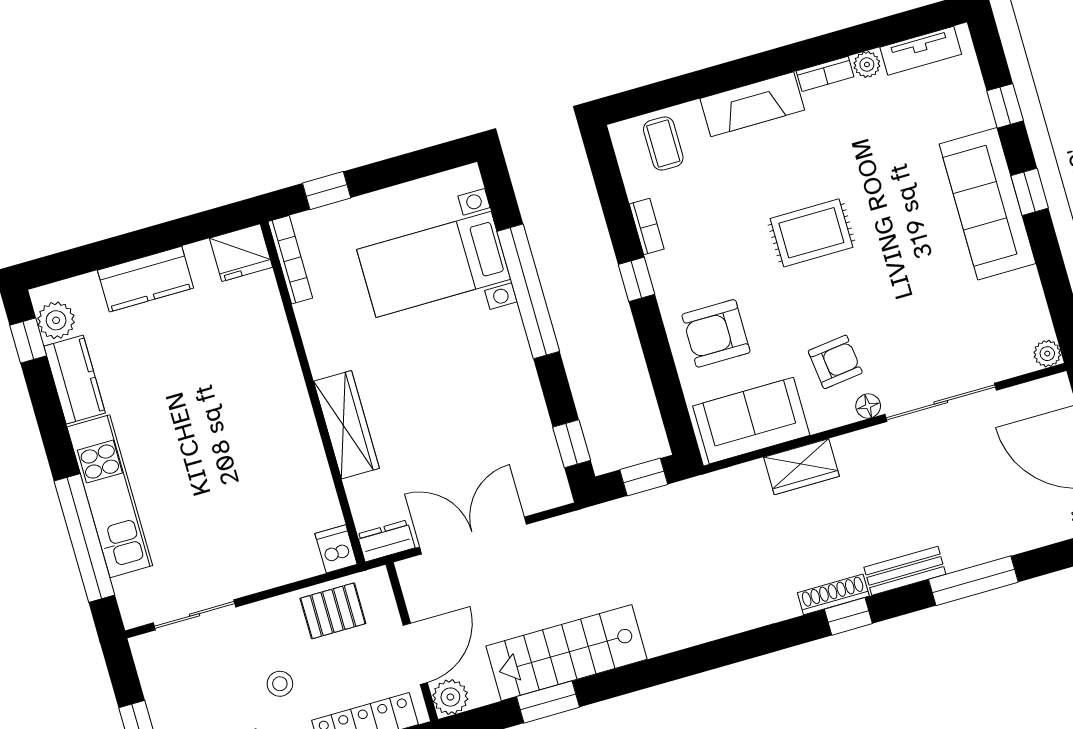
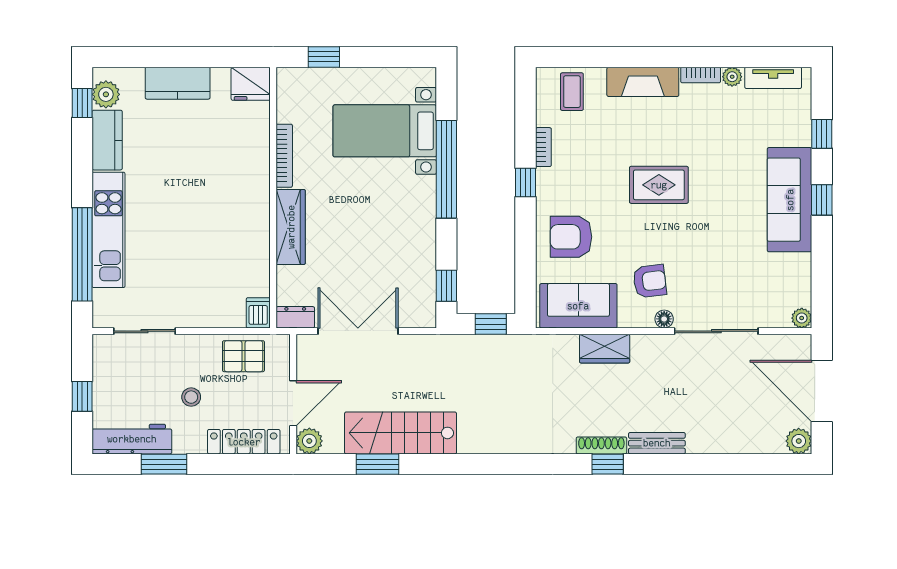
bookcase: (290, 260) -> (284, 156), moved
window: (973, 581) -> (703, 464), removed

